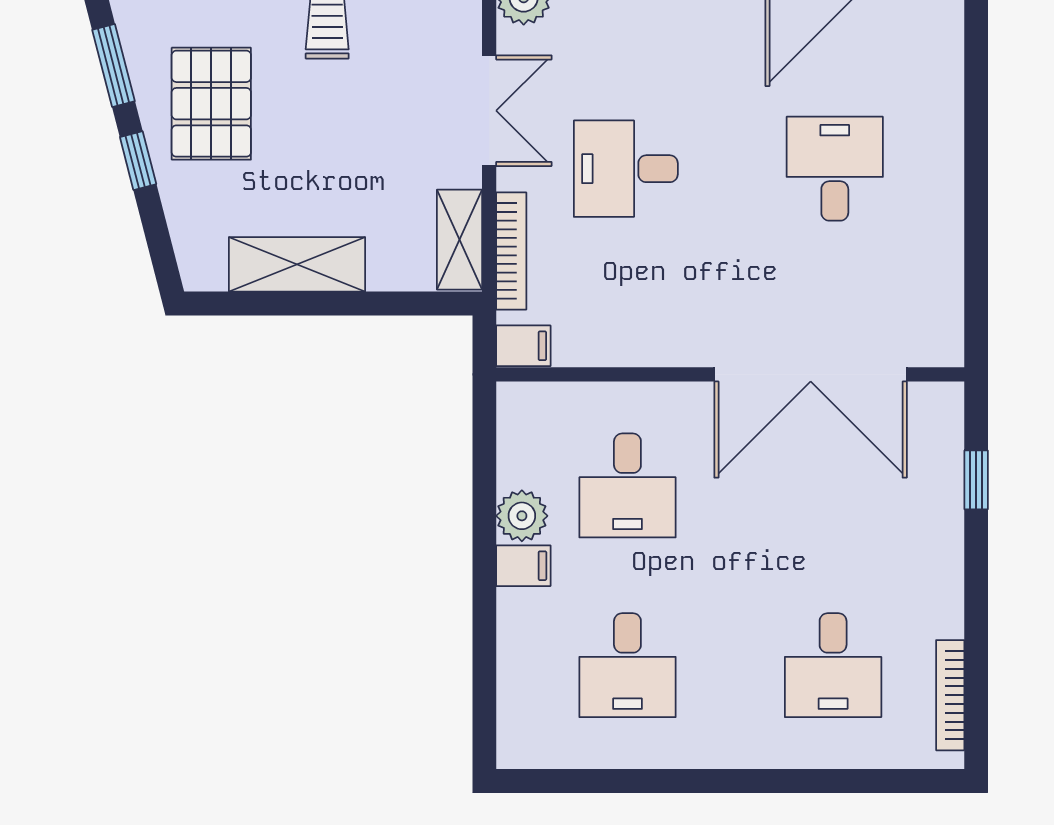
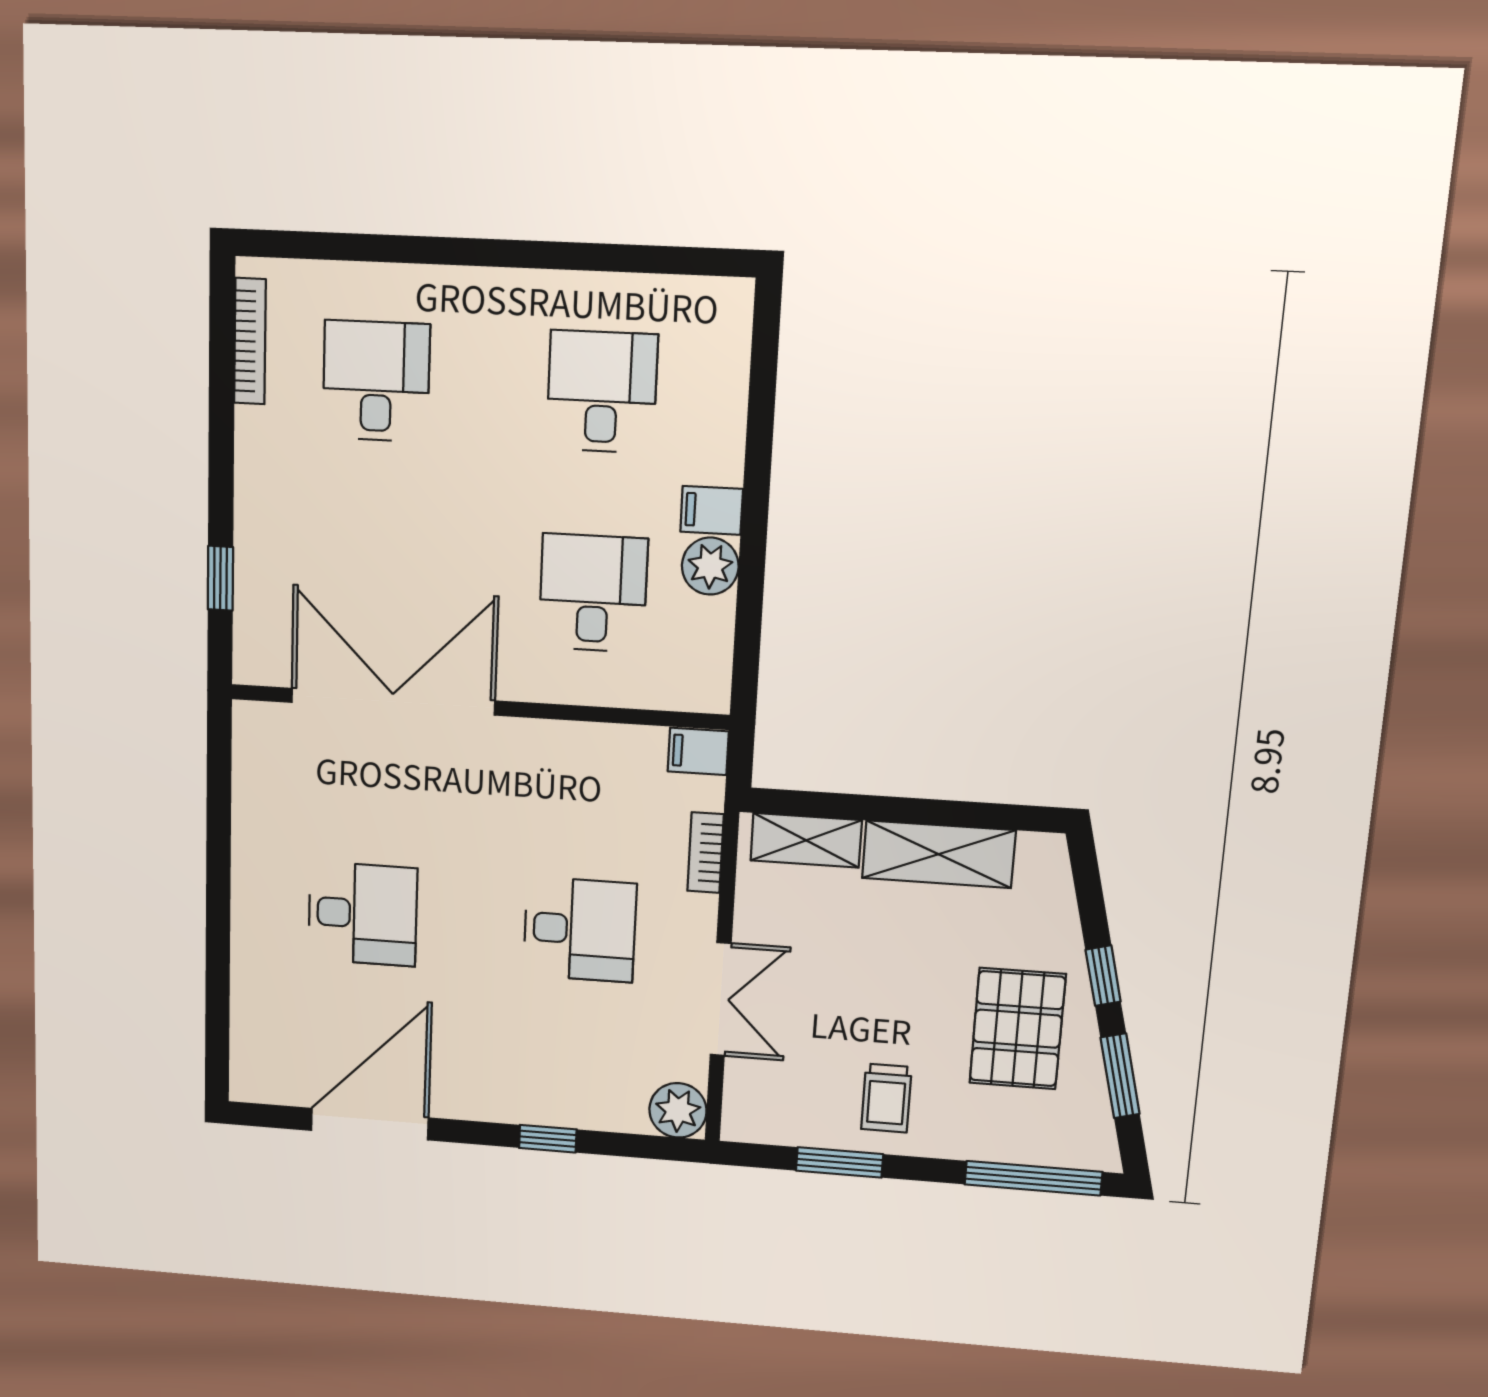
double door: (489, 111) -> (721, 999), swing flipped
desk: (835, 169) -> (363, 914), turned -90
shelving: (460, 240) -> (806, 840), moved, turned 90
bookcase: (511, 251) -> (706, 853), width x0.64

